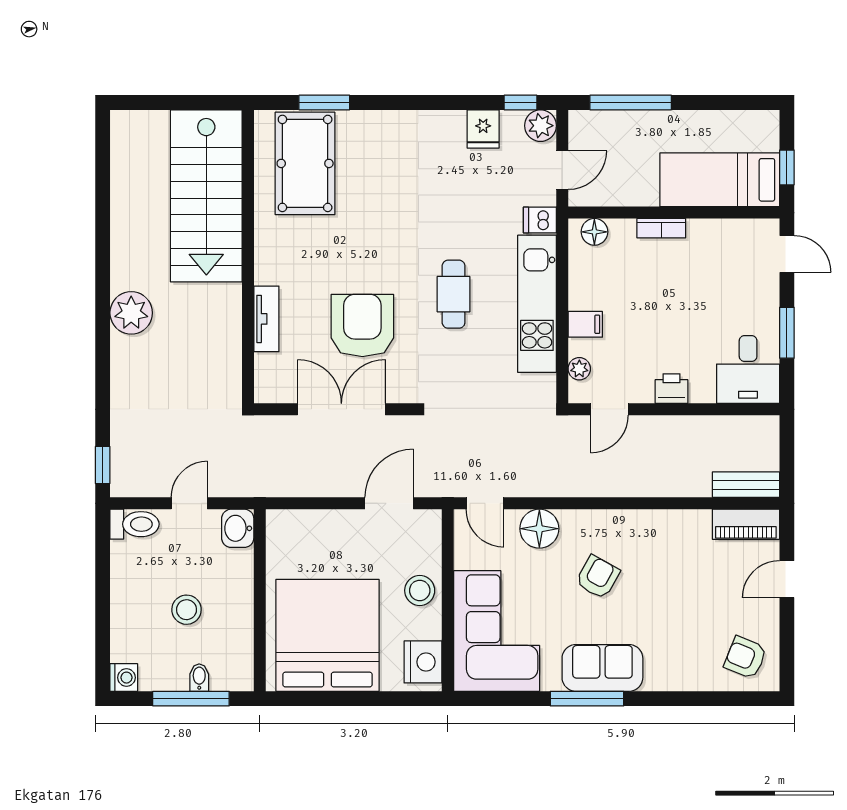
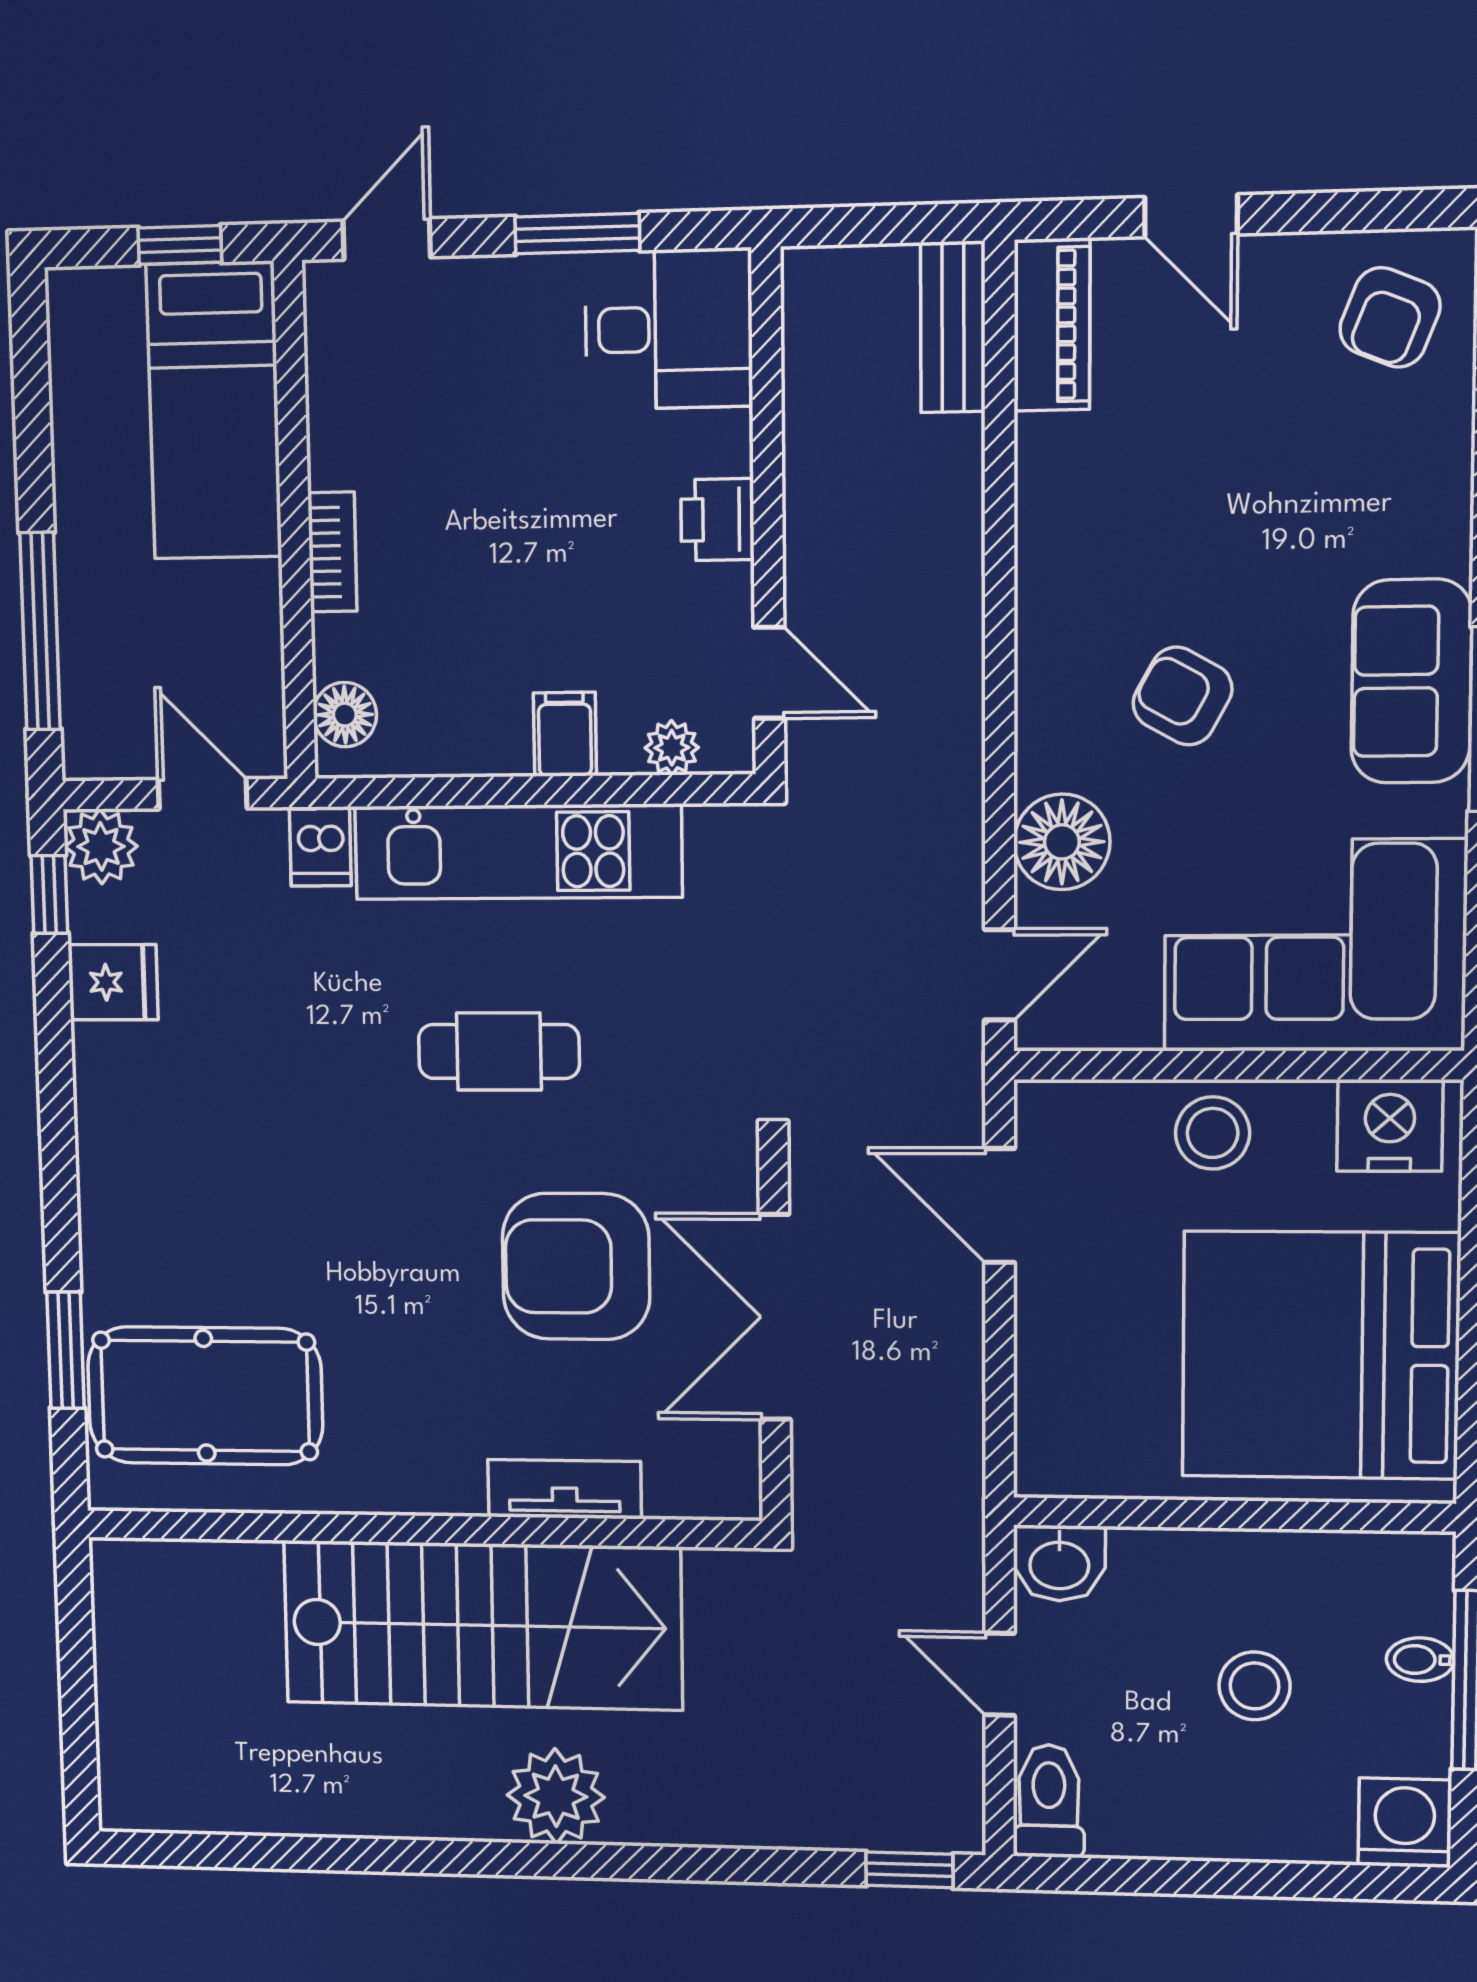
stairs: (206, 196) -> (482, 1625), moved
washing machine: (124, 678) -> (1405, 1823), width x1.38, depth x1.38

